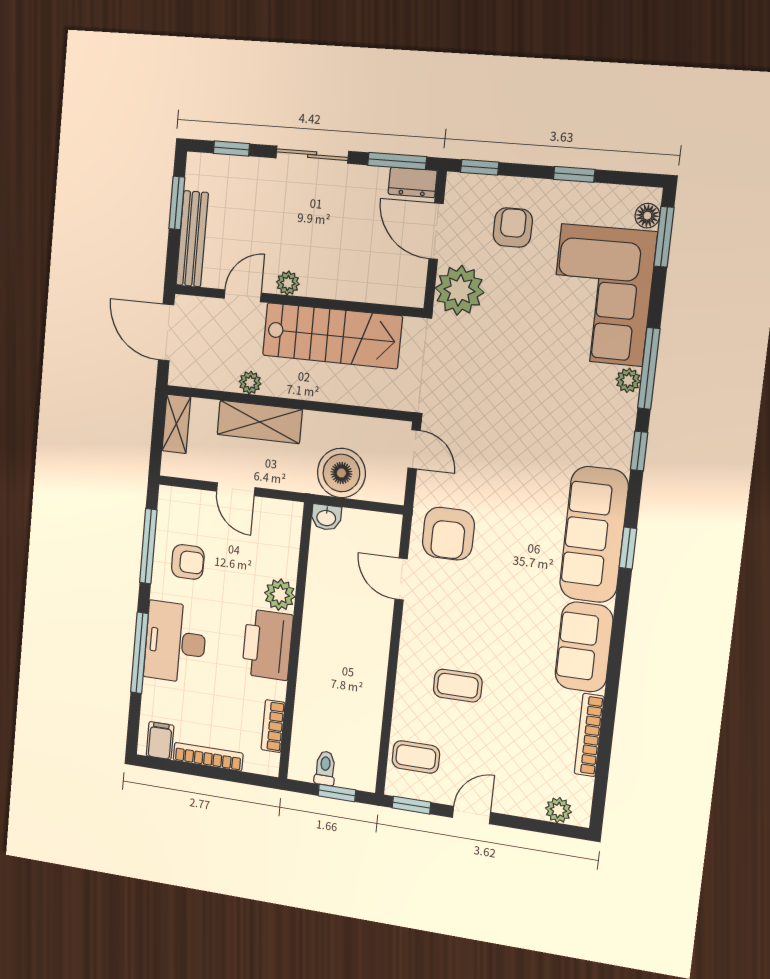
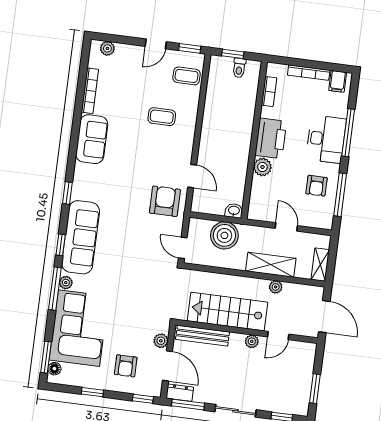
bench: (192, 239) -> (203, 336), moved, turned 90
plant: (460, 290) -> (161, 341), width x0.53, depth x0.53
sofa: (594, 534) -> (81, 237), moved
armchair: (188, 562) -> (317, 186), turned -90

